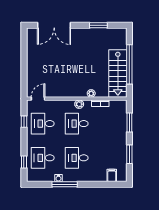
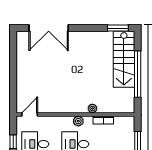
window: (98, 25) -> (118, 28), moved
stairs: (118, 73) -> (124, 59), moved

